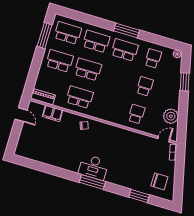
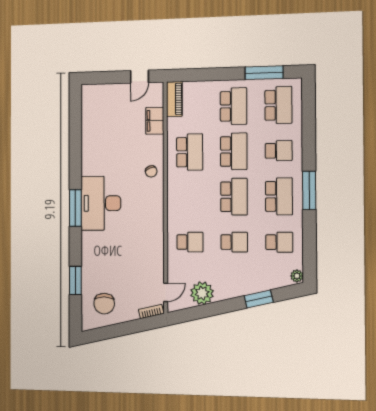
school desk: (96, 41) -> (279, 151), width x0.54
school desk: (116, 78) -> (234, 197), added
door: (164, 139) -> (166, 292), hinge flipped
desk: (94, 167) -> (101, 203), width x1.36, depth x1.30

